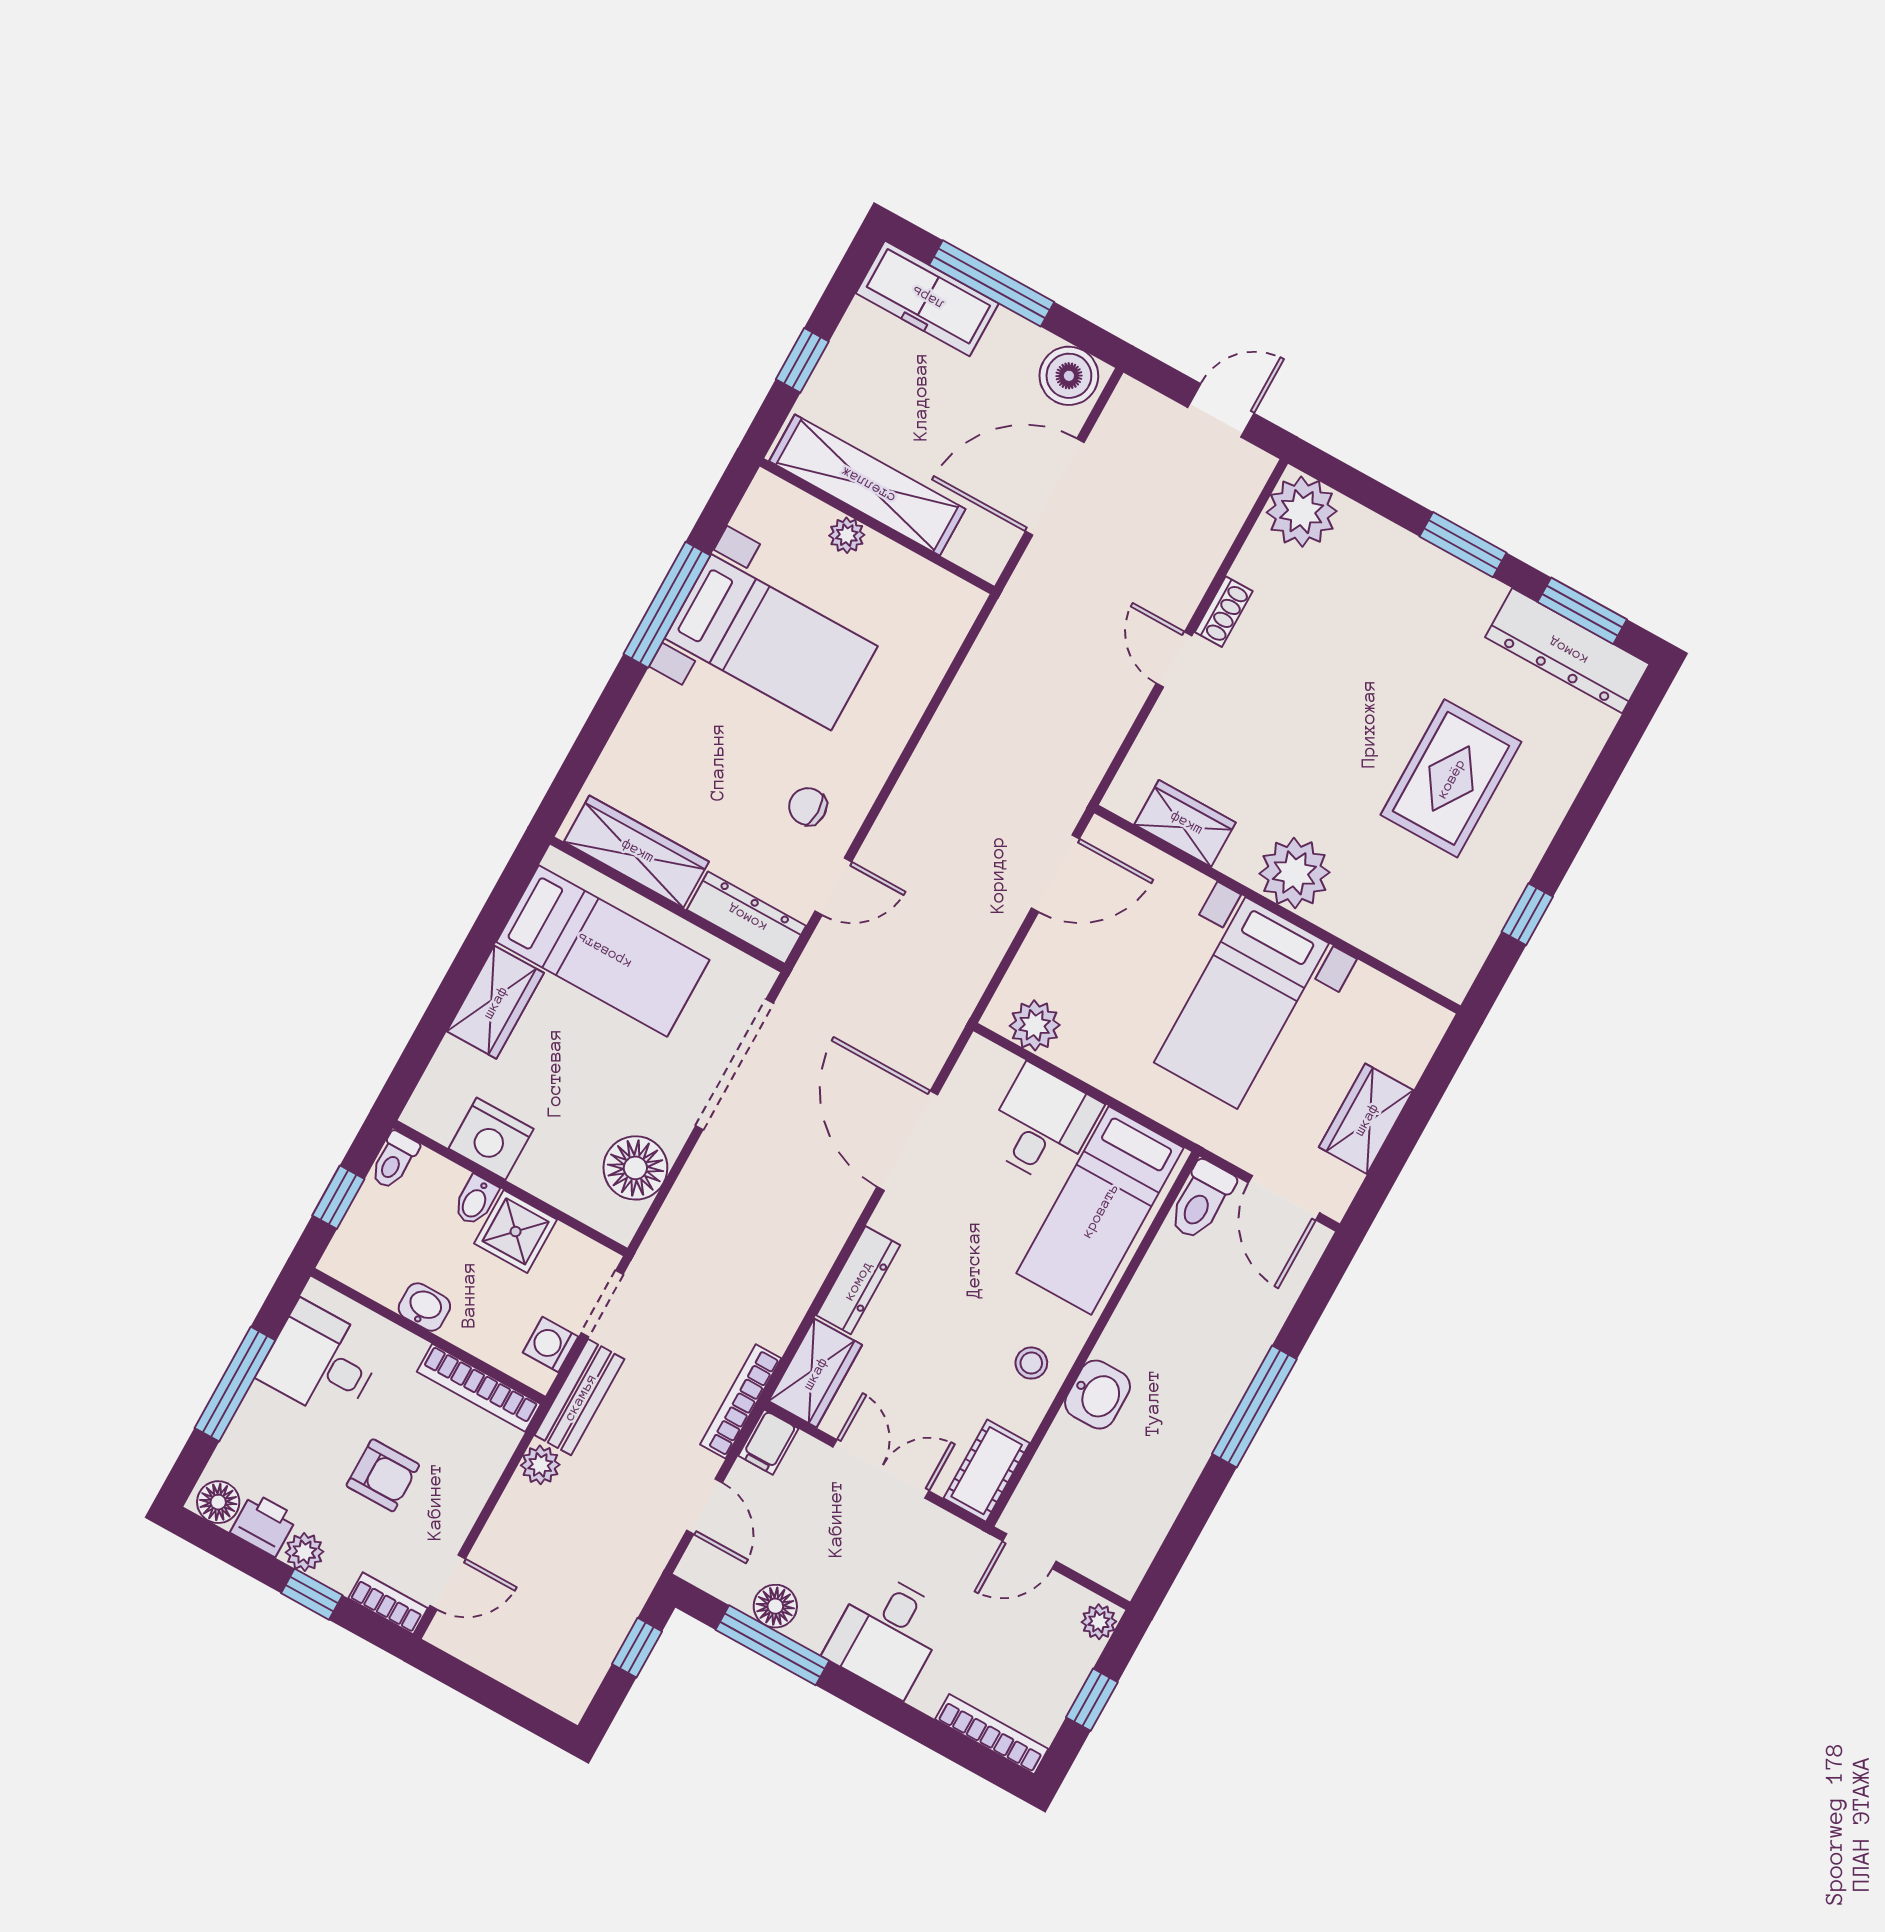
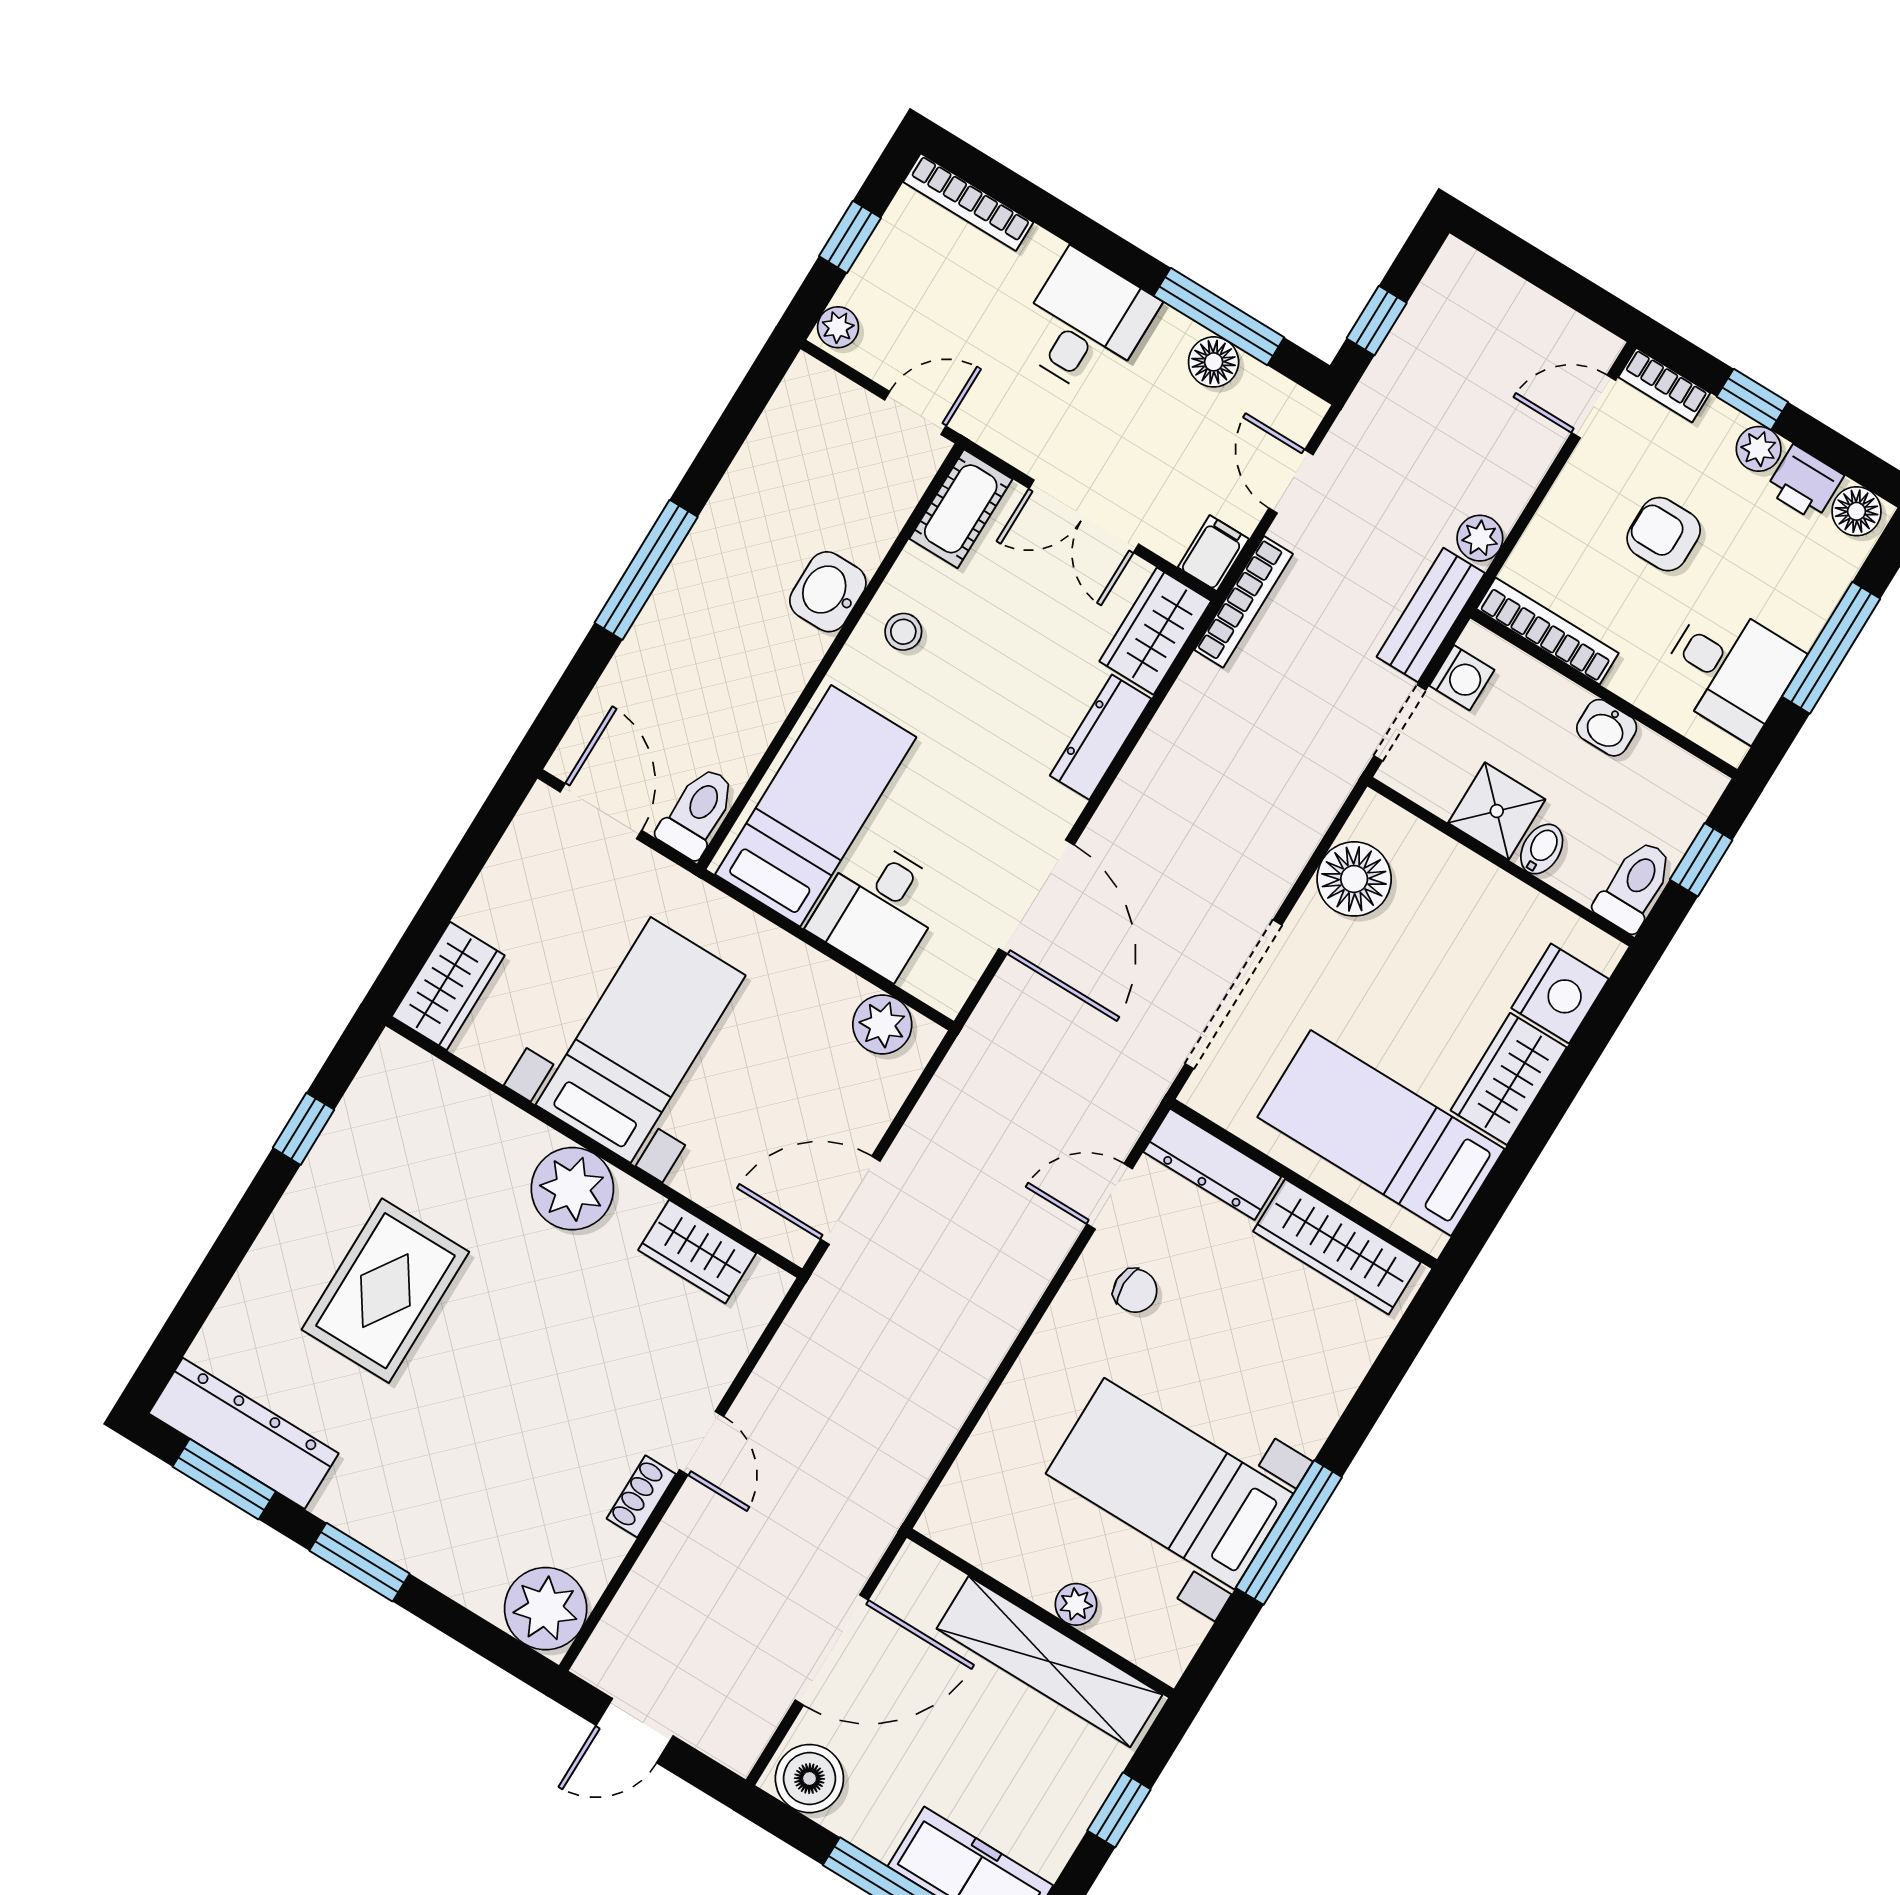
wardrobe: (1366, 1119) -> (448, 986), moved
nightstand: (491, 1139) -> (1560, 994), moved, turned 90
toilet: (394, 1160) -> (1635, 886), width x1.37, depth x1.39

